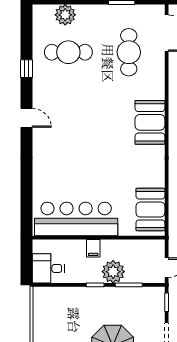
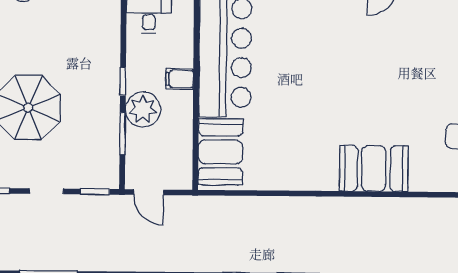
booth: (150, 209) -> (220, 152), moved, turned 90

